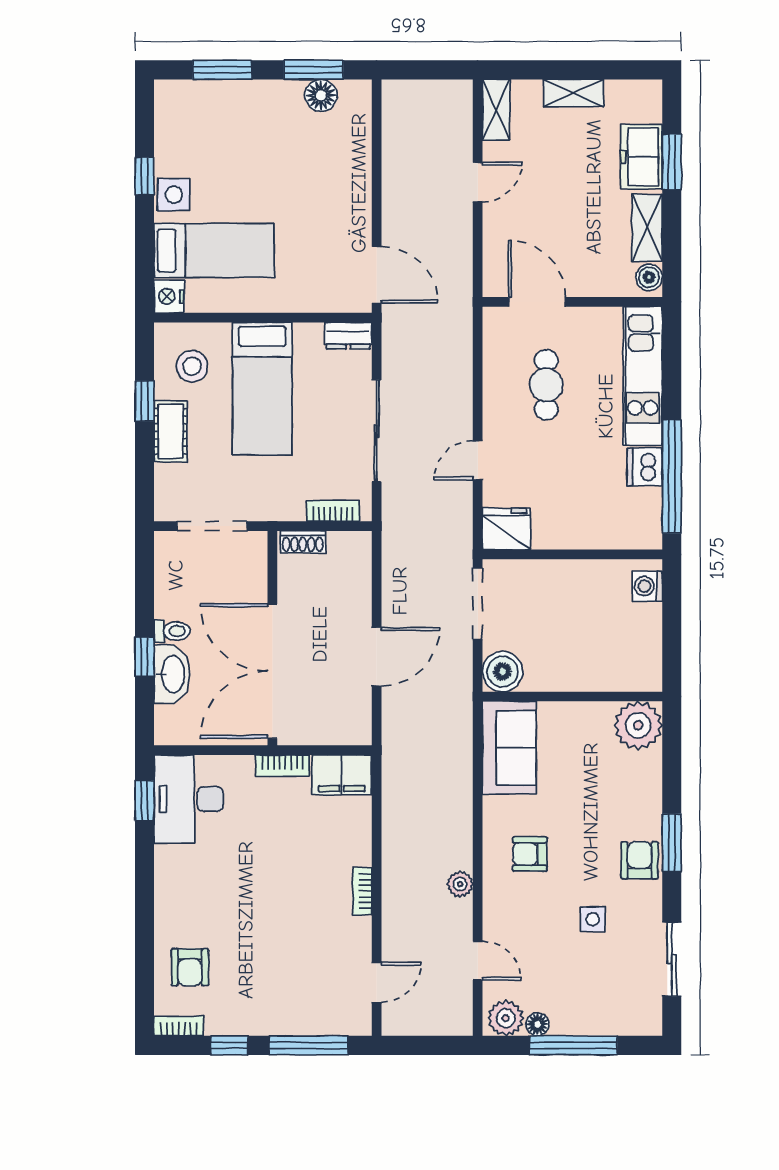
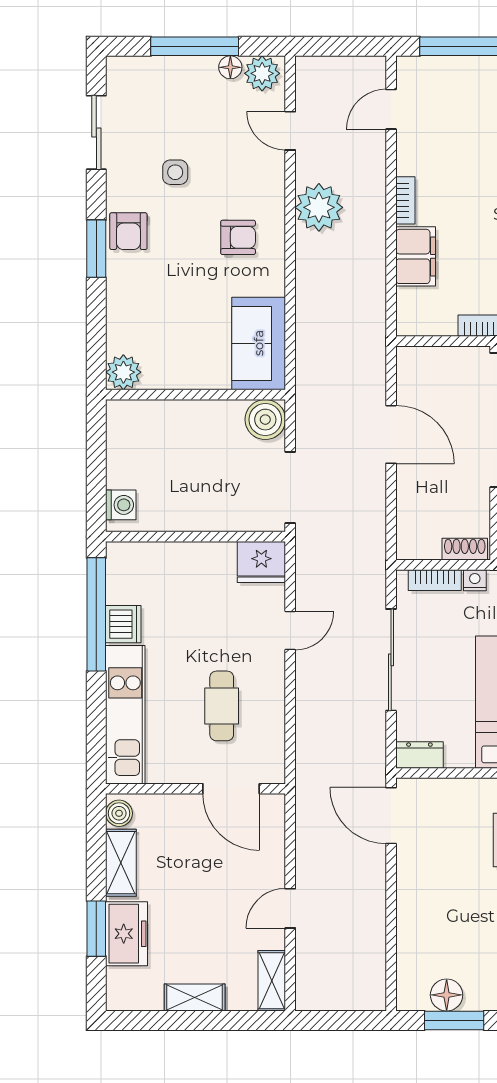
nightstand: (293, 511) -> (475, 580), added
door: (377, 657) -> (391, 434), swing flipped
plant: (638, 725) -> (123, 372), width x0.73, depth x0.73
filing cabinet: (342, 775) -> (416, 256), moved, turned 90
plant: (460, 884) -> (319, 207), width x1.88, depth x1.88

